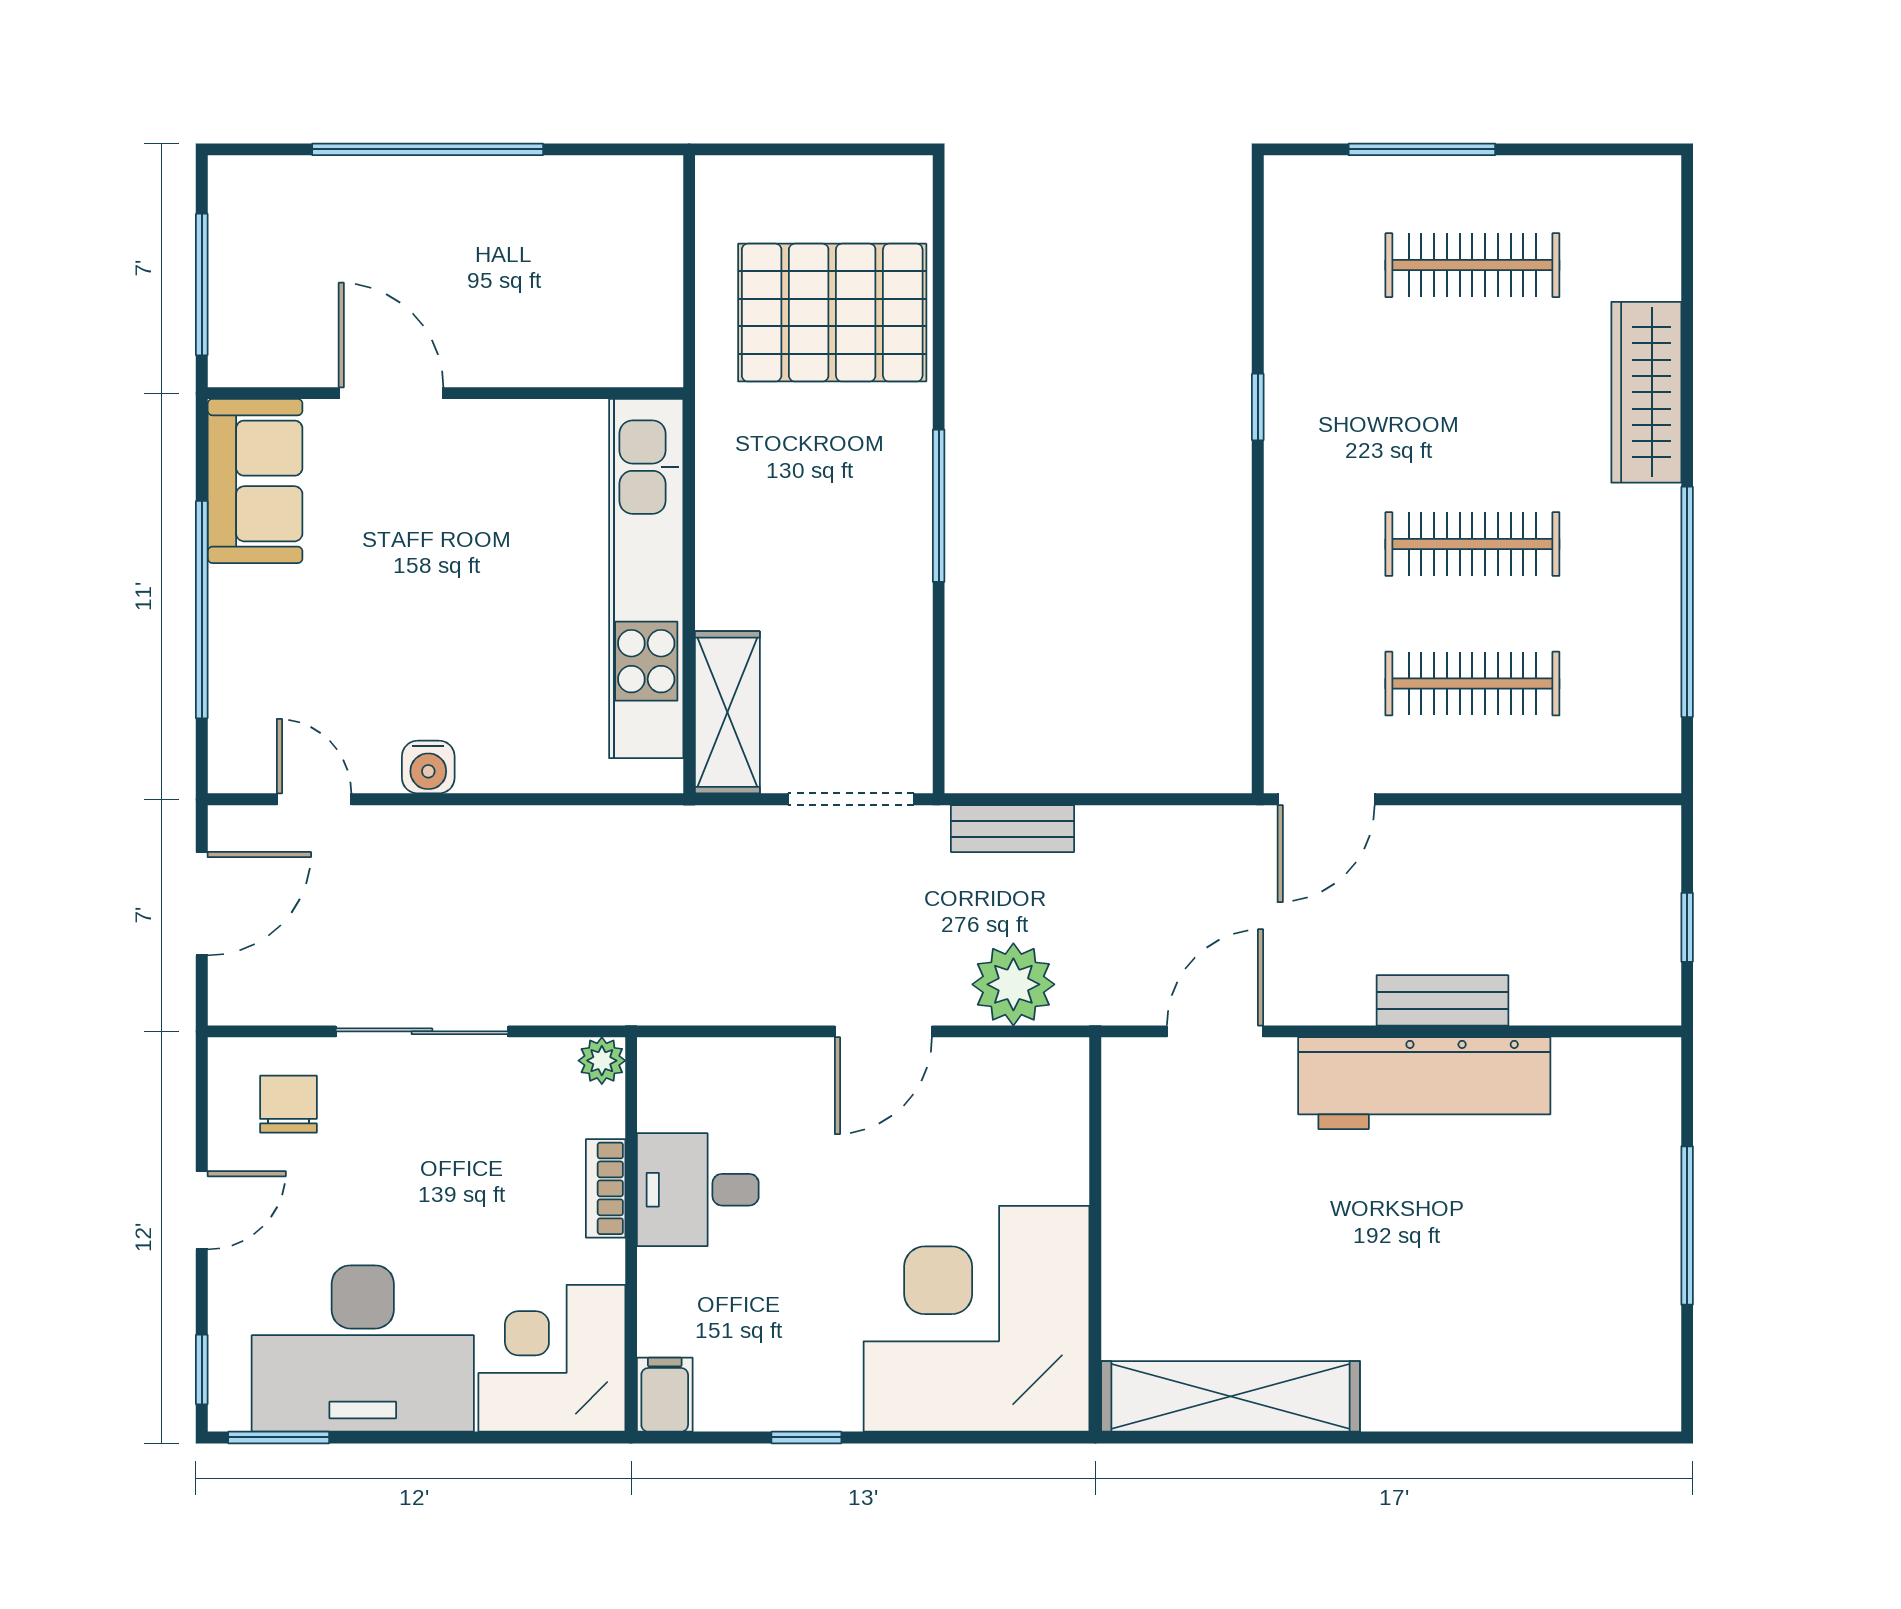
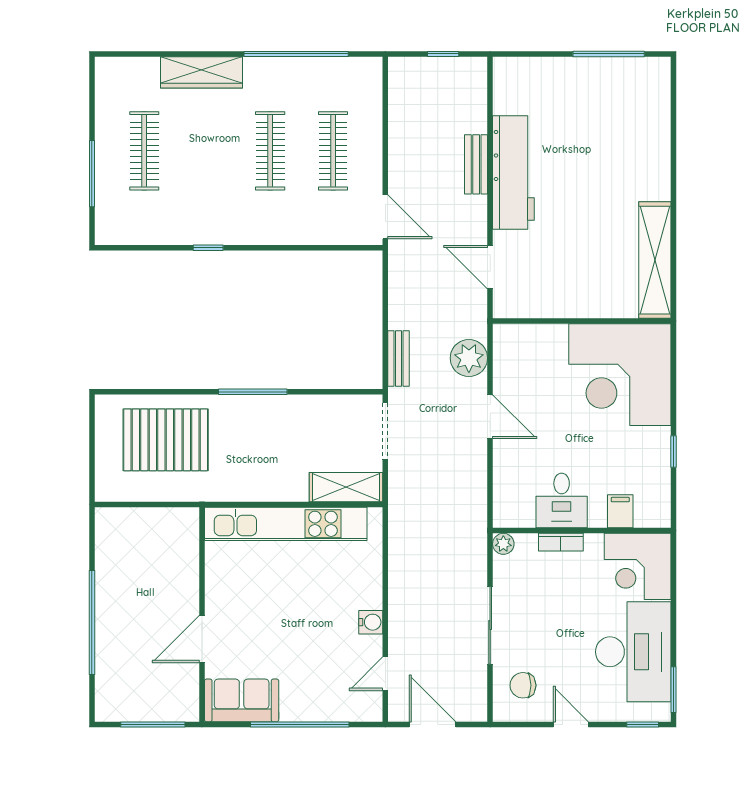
pallet: (832, 313) -> (166, 440), turned 90
window: (1687, 1225) -> (609, 54), moved
filing cabinet: (665, 1395) -> (620, 511), moved, turned 90

